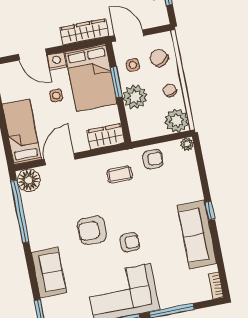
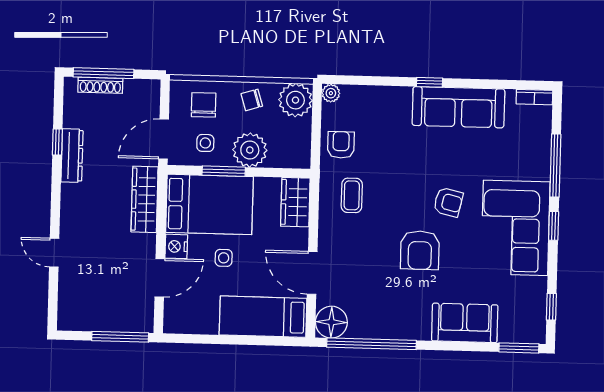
chair: (159, 58) -> (204, 105), turned 122
armchair: (130, 242) -> (448, 202), turned 103

